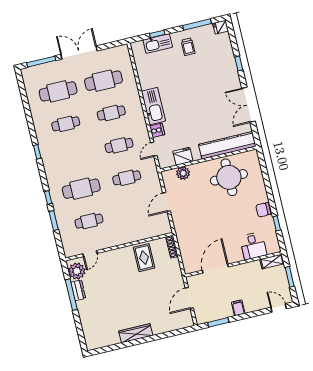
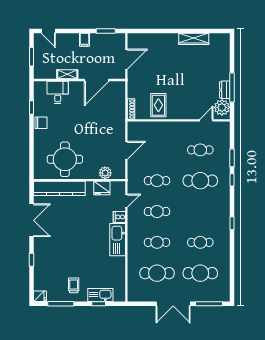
shelving: (272, 262) -> (67, 74), moved
wardrobe: (136, 333) -> (194, 39), moved

